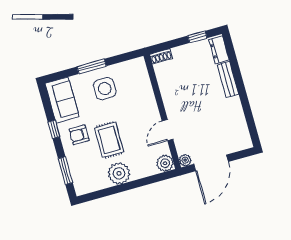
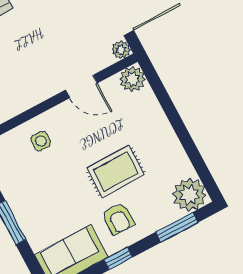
side table: (105, 89) -> (41, 141), moved, width x0.54, depth x0.54
plant: (119, 173) -> (189, 195), moved

